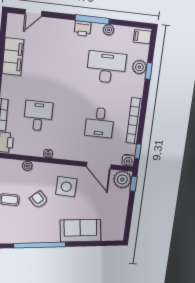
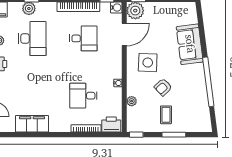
desk: (106, 67) -> (32, 38), turned 180

